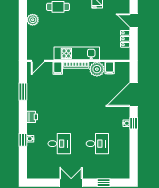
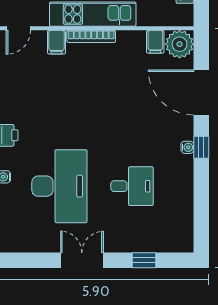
plant: (97, 69) -> (180, 44), moved
door: (134, 94) -> (201, 92), hinge flipped
desk: (59, 144) -> (59, 186), width x1.87, depth x1.30

